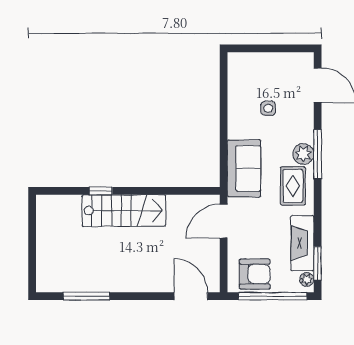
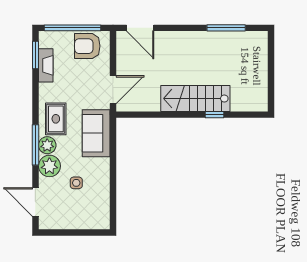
fireplace: (302, 243) -> (46, 65), width x0.73, depth x0.76
plant: (307, 279) -> (49, 166), moved, width x1.88, depth x1.88

